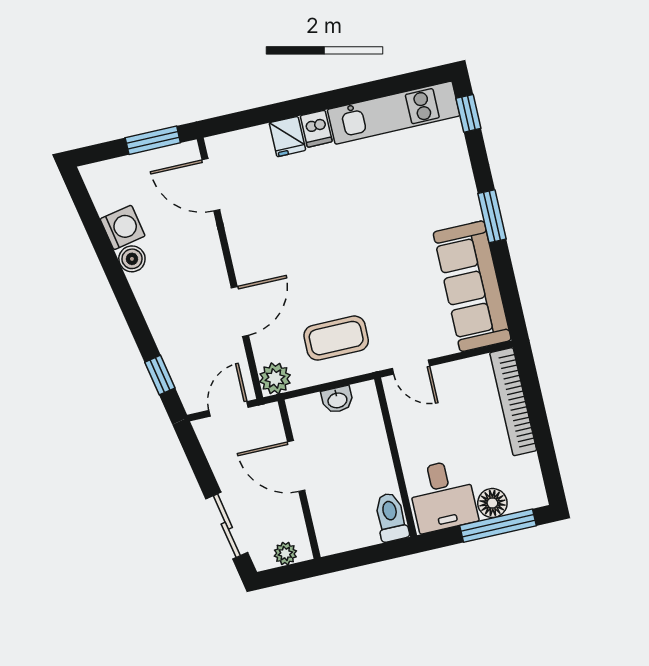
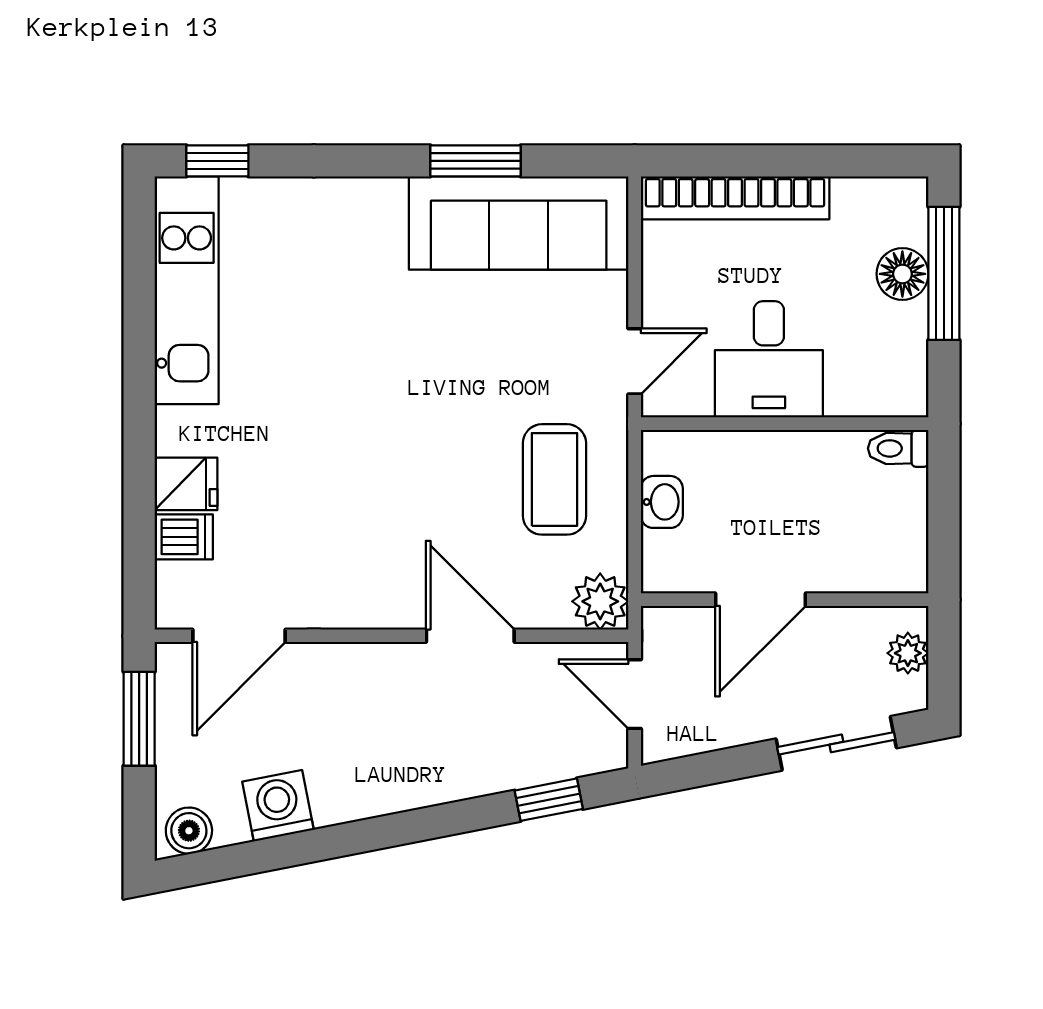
dishwasher: (316, 129) -> (184, 537), moved
window: (492, 216) -> (476, 161), moved
boiler: (132, 259) -> (189, 831), moved
desk: (442, 496) -> (769, 359), moved, turned 90
toilet: (391, 517) -> (898, 448), width x0.73, depth x0.72

